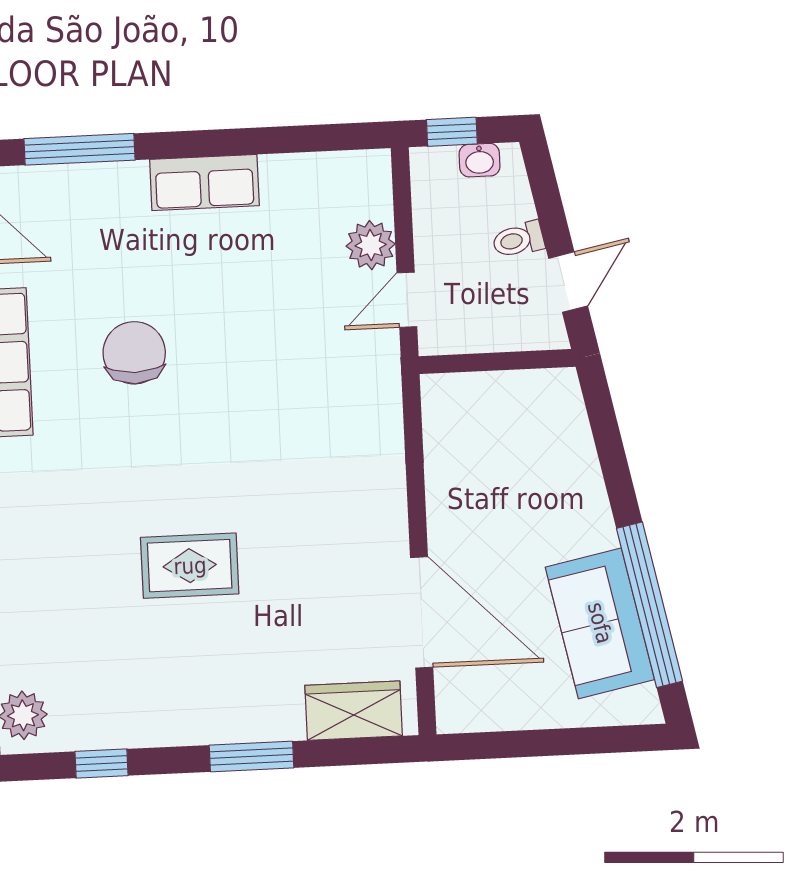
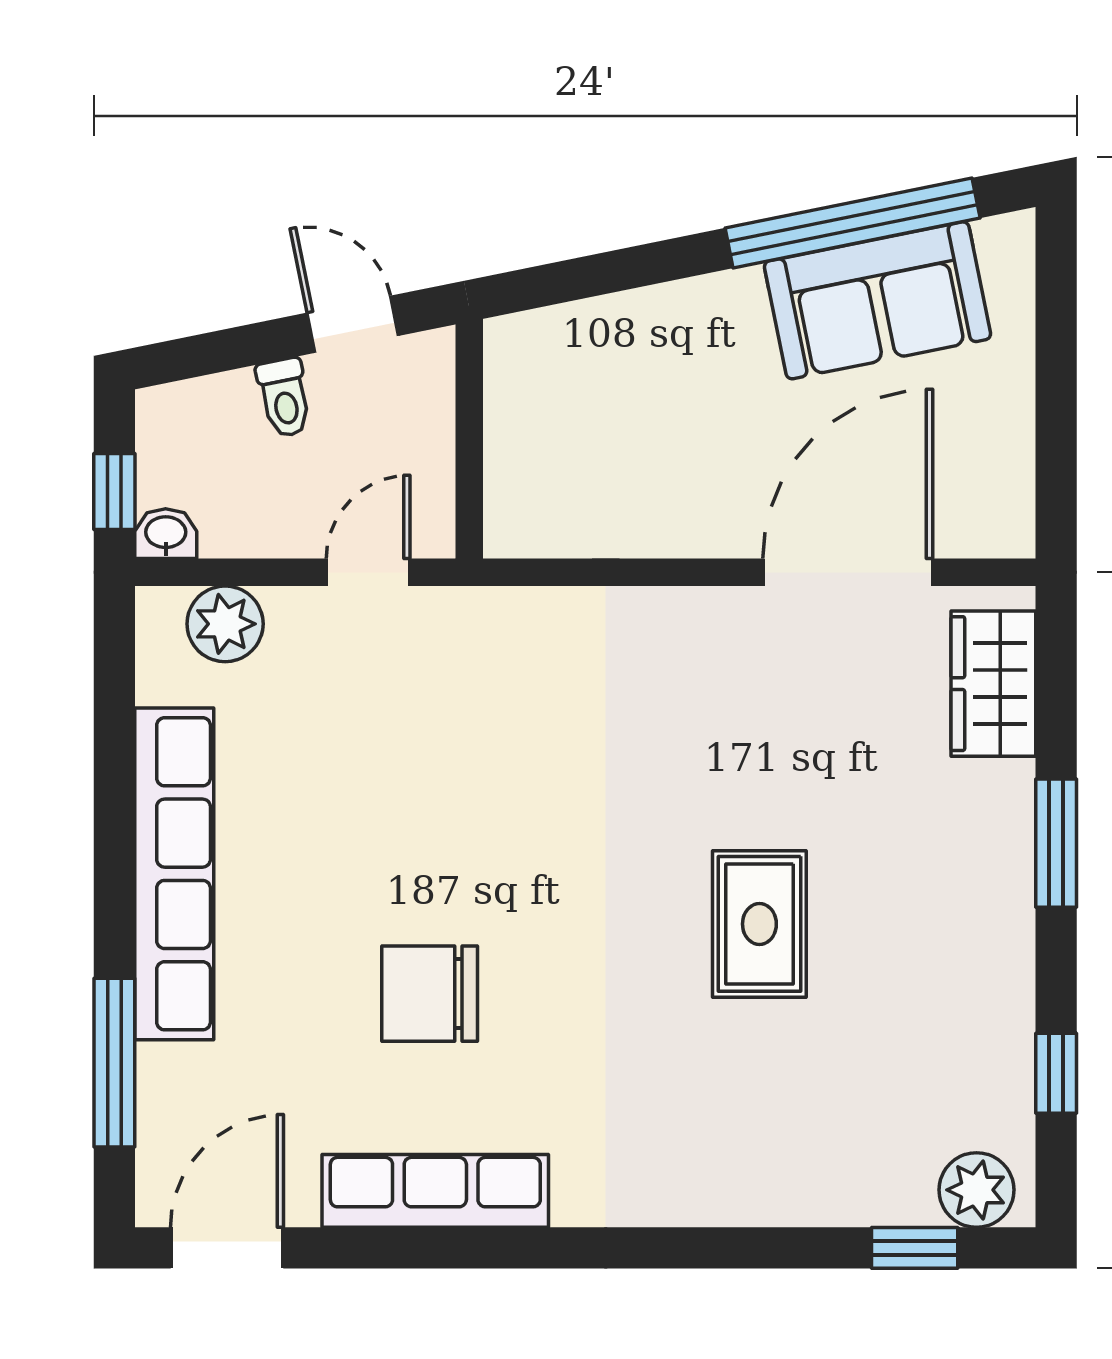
washbasin: (479, 160) -> (166, 534), moved, turned -90
row of seats: (204, 182) -> (174, 874), width x2.02
plant: (371, 245) -> (225, 624), moved
door: (407, 300) -> (368, 572), swing flipped

